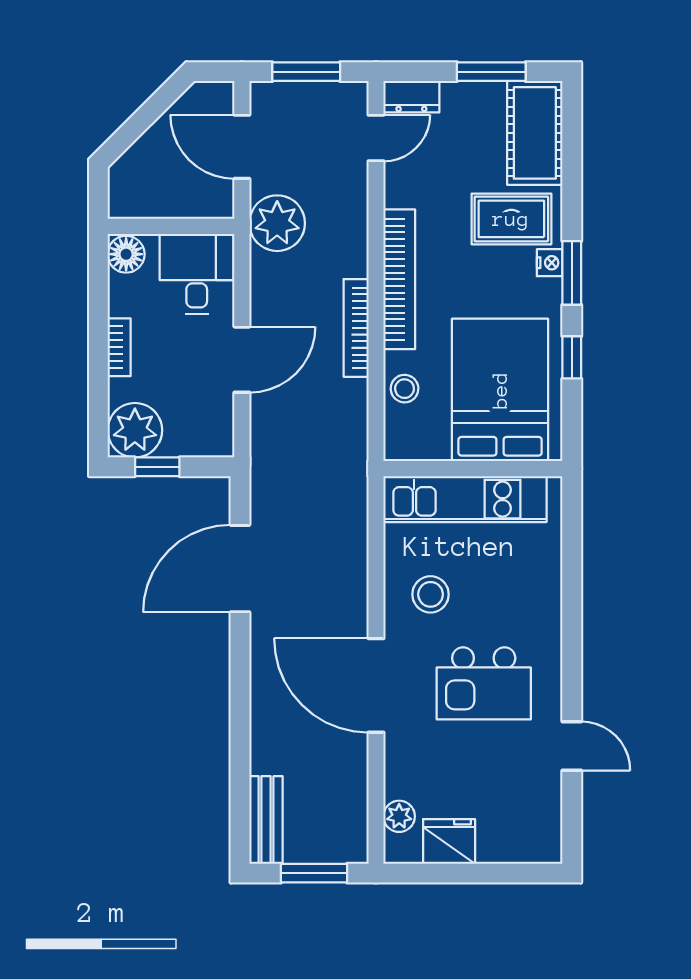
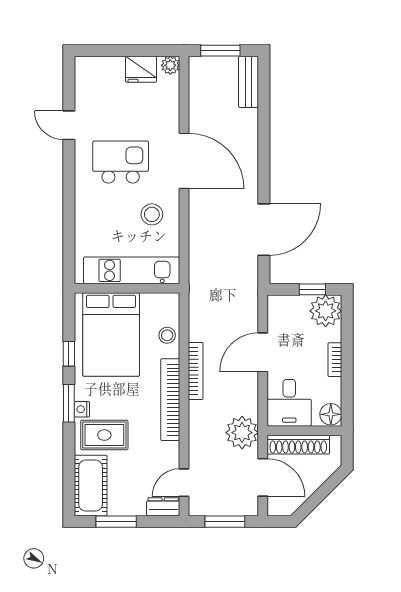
shoe rack: (181, 203) -> (298, 445), added
plant: (399, 816) -> (170, 65), moved

